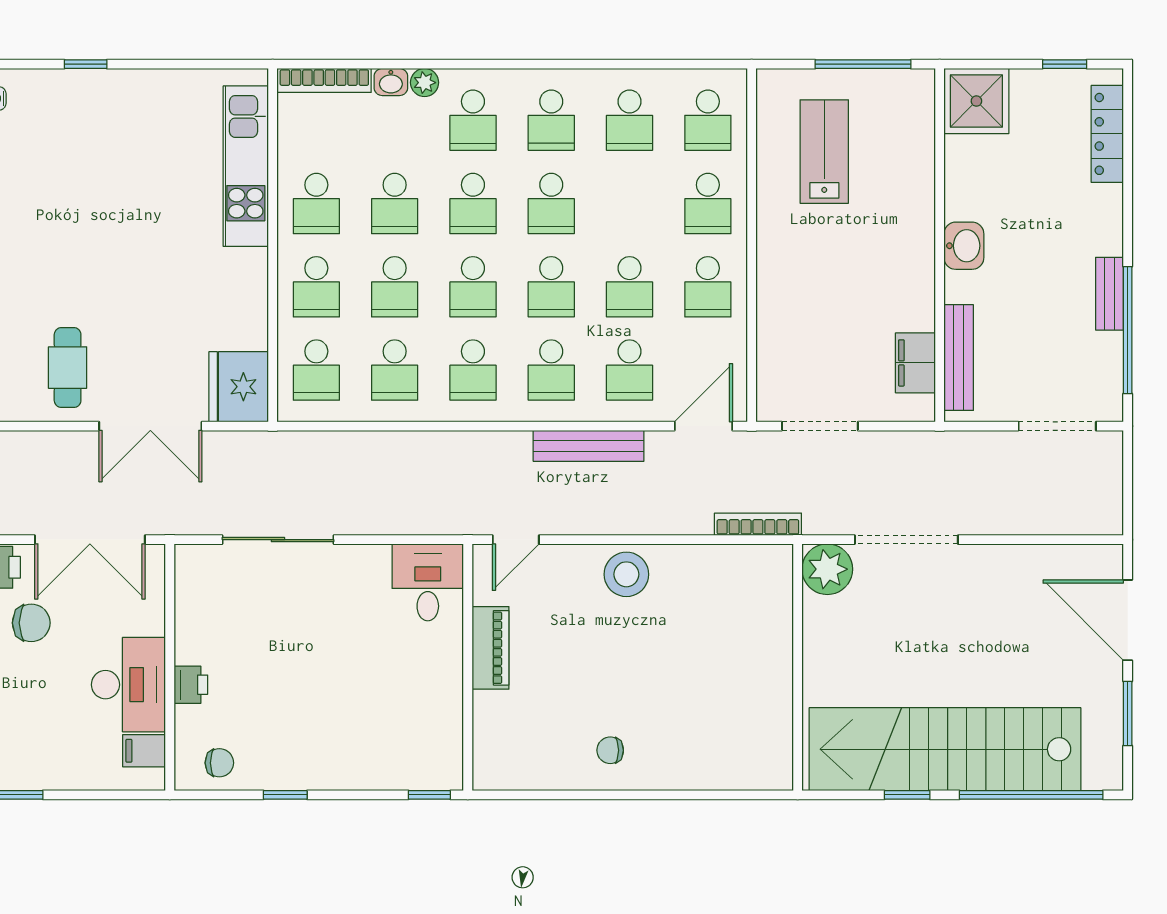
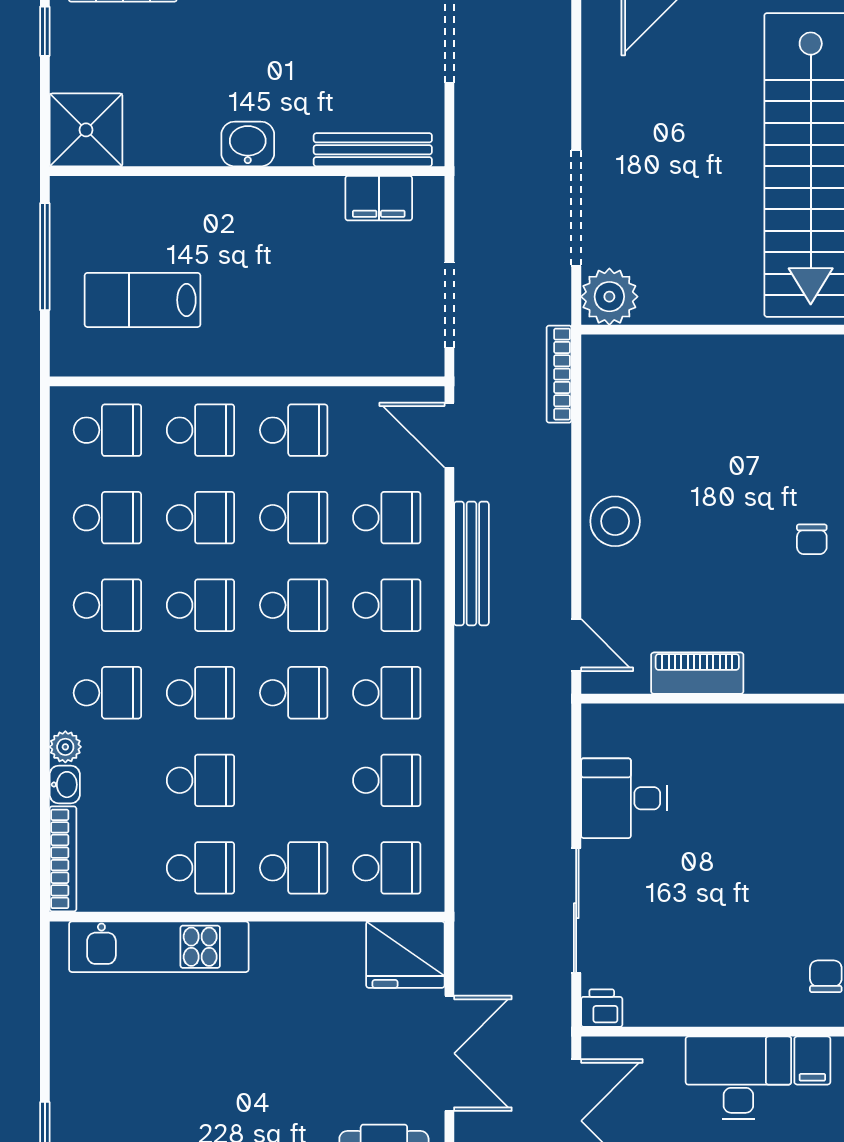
school desk: (395, 287) -> (201, 518), moved
desk: (428, 582) -> (624, 798), moved
printer: (191, 685) -> (602, 1008), moved

